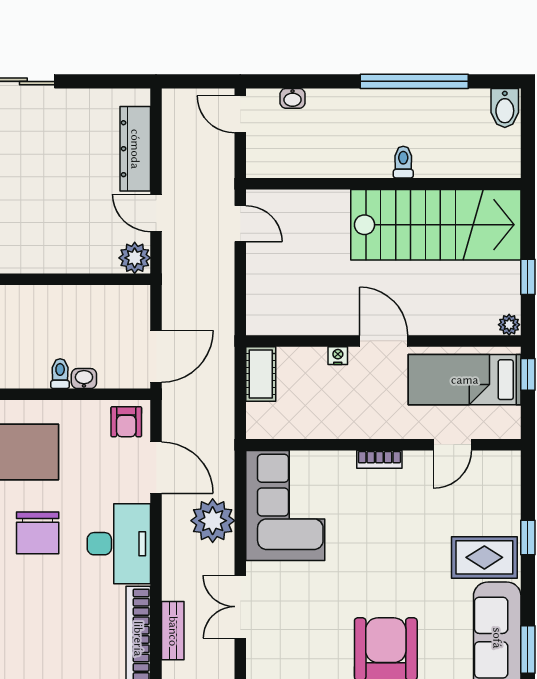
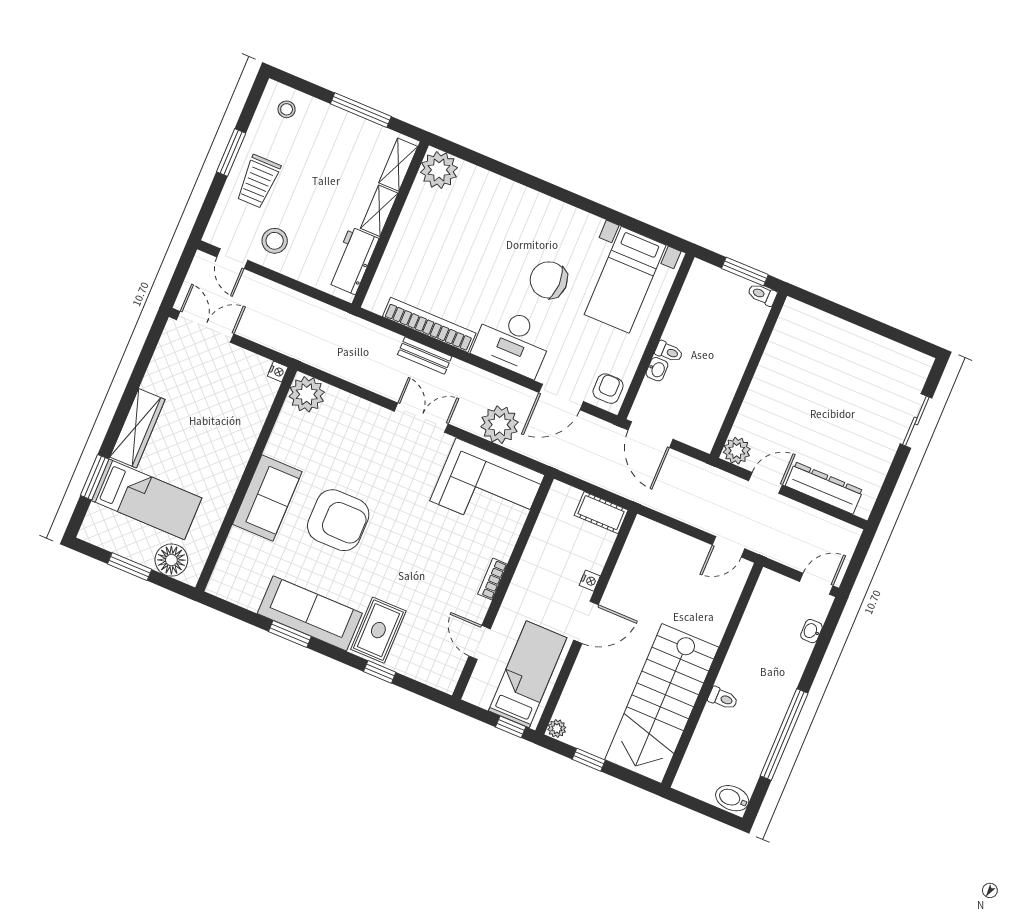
armchair: (126, 422) -> (608, 389), turned 90

